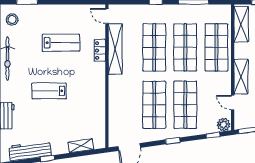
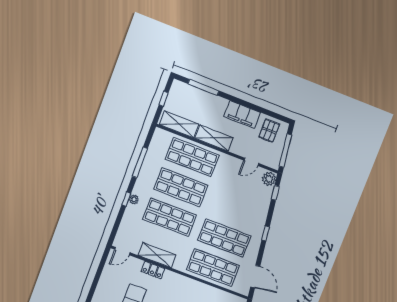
plant: (158, 9) -> (134, 199), added
shelving: (115, 49) -> (157, 255), width x0.68
shelving: (241, 77) -> (214, 138), moved
shop shelf: (185, 105) -> (213, 268), moved

